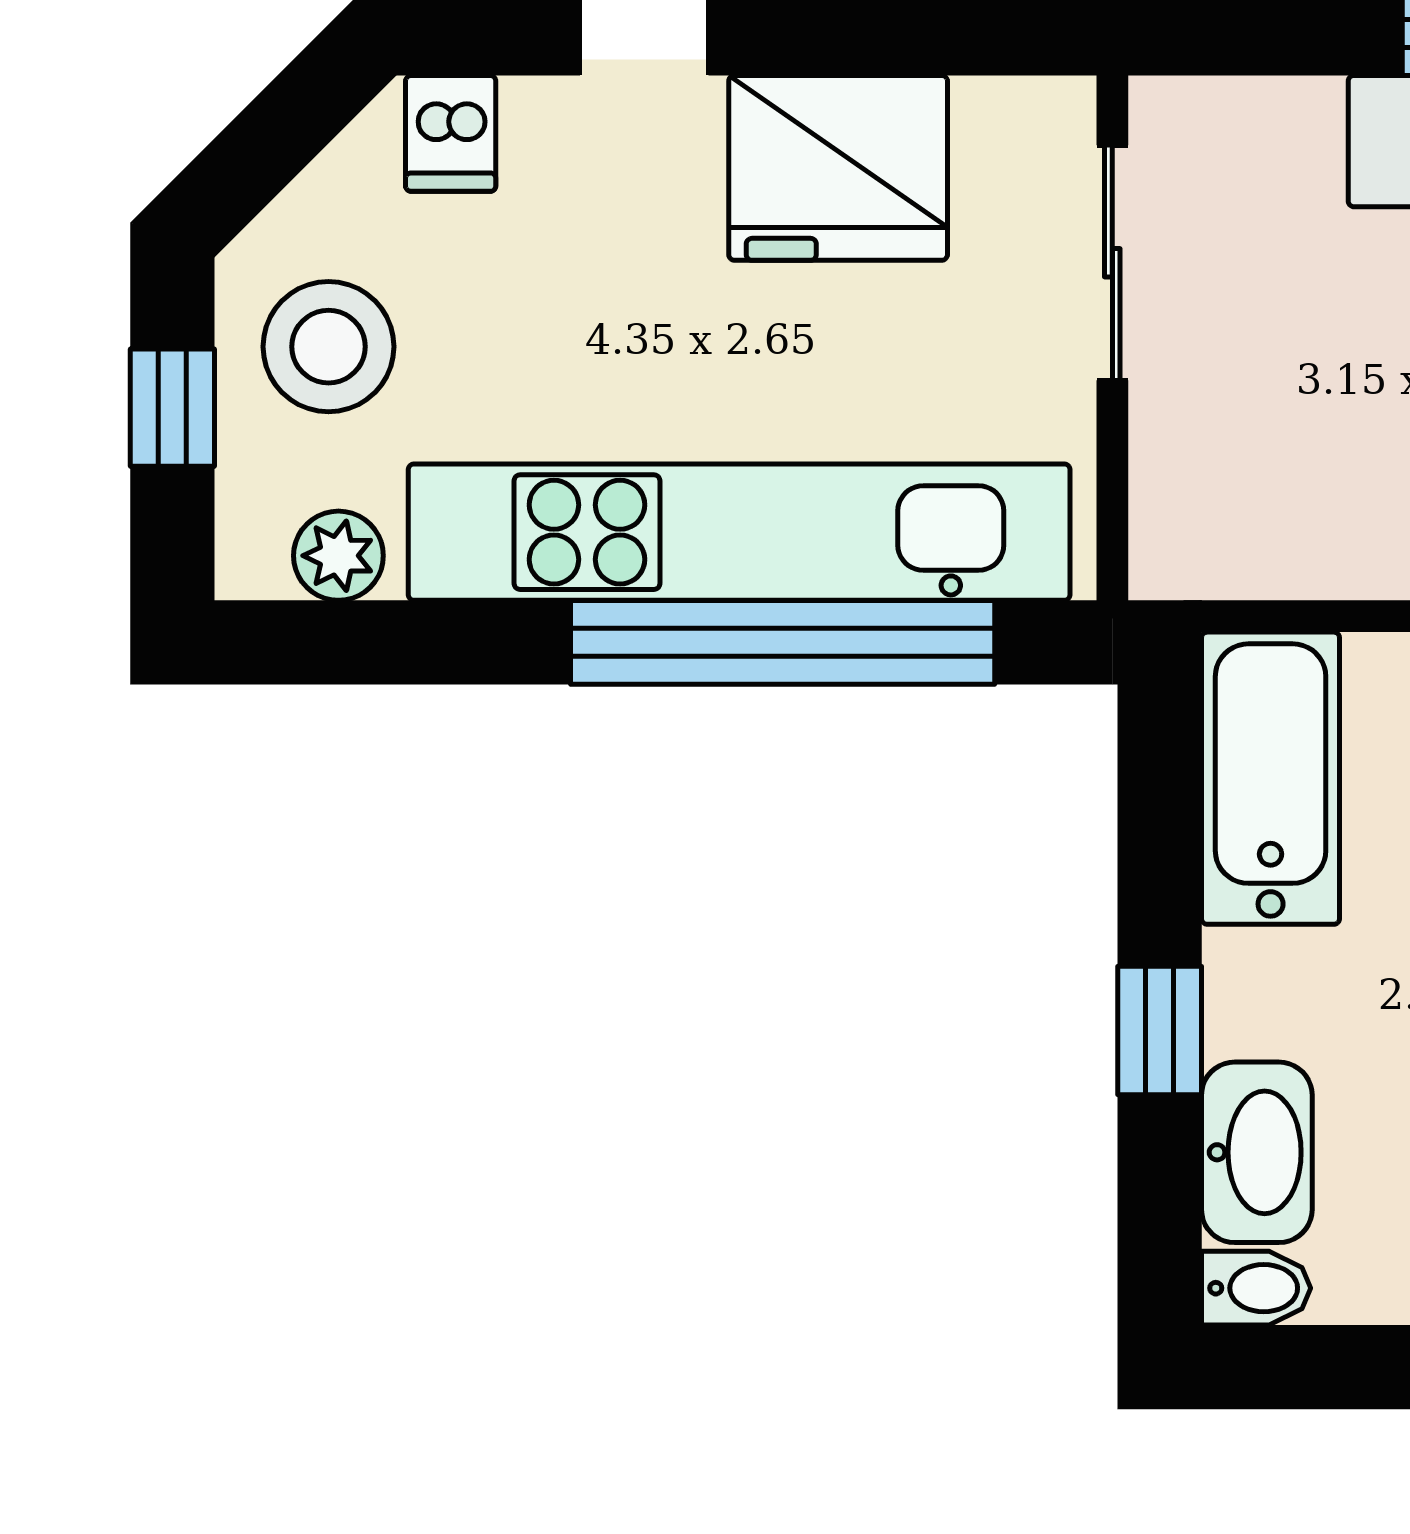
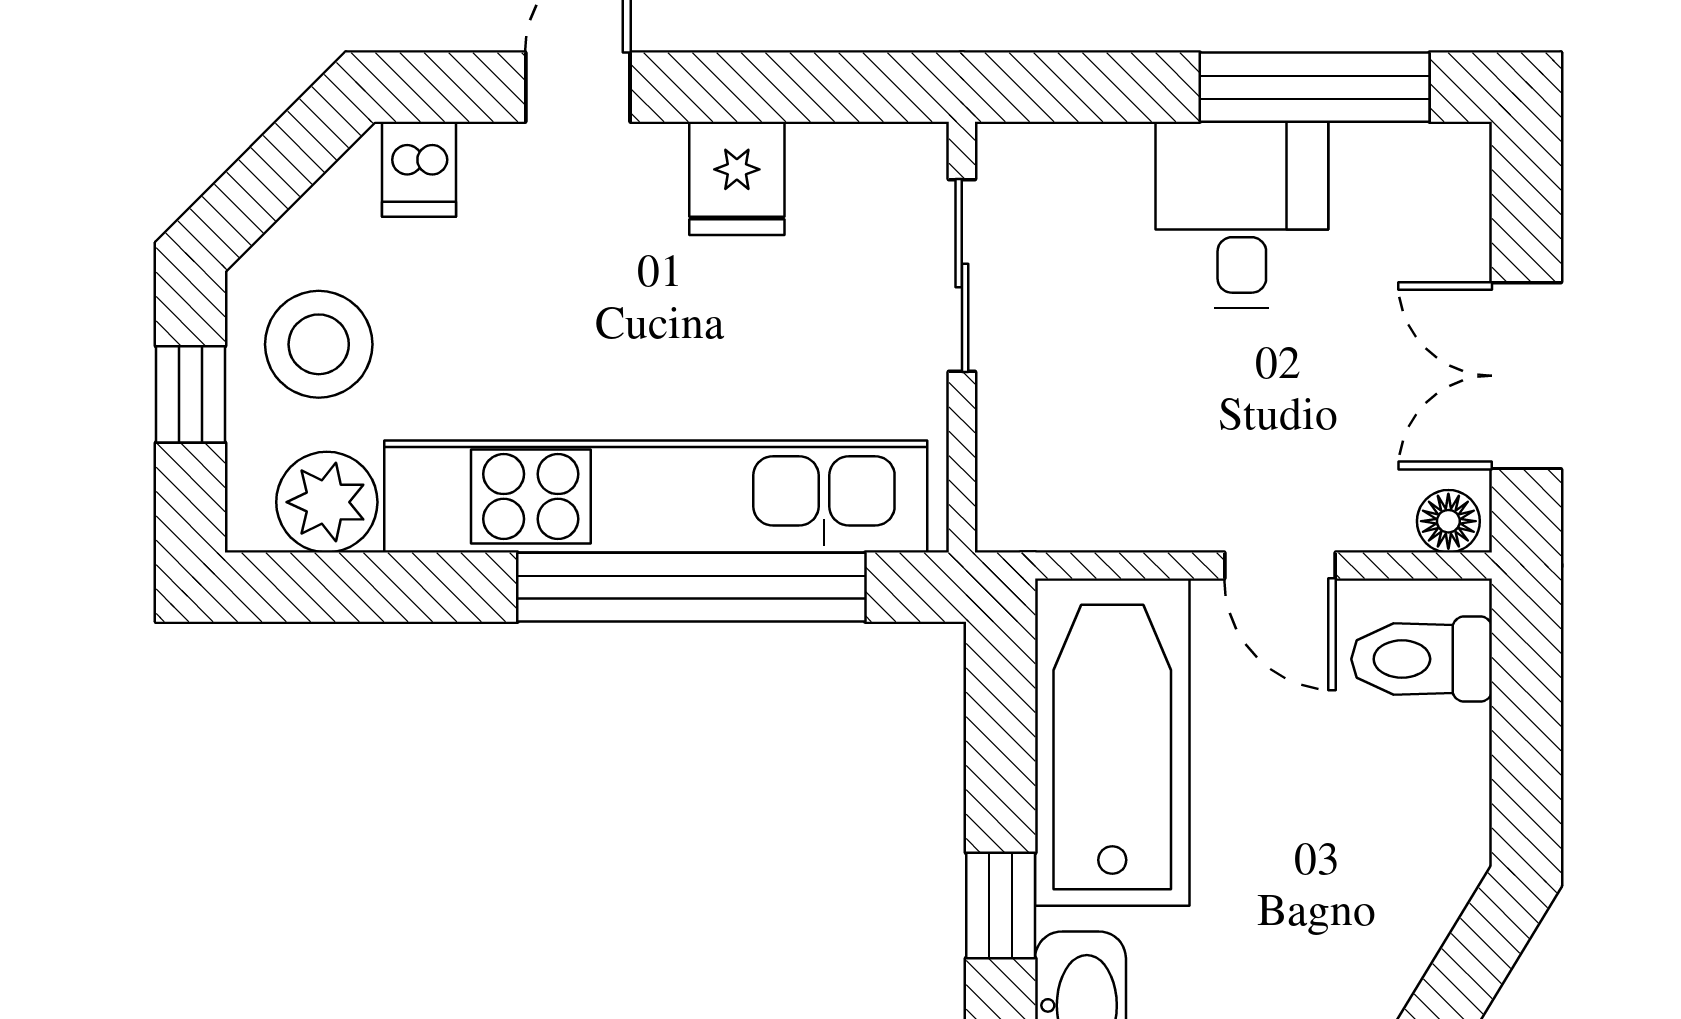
fridge: (838, 168) -> (737, 178), width x0.53, depth x0.75
plant: (338, 556) -> (327, 502), width x1.38, depth x1.38
bathtub: (1271, 778) -> (1112, 742), width x1.36, depth x1.36

